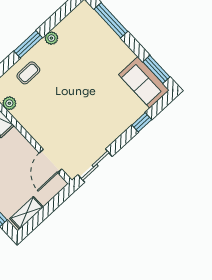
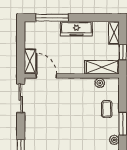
shelving: (27, 213) -> (30, 61), moved

